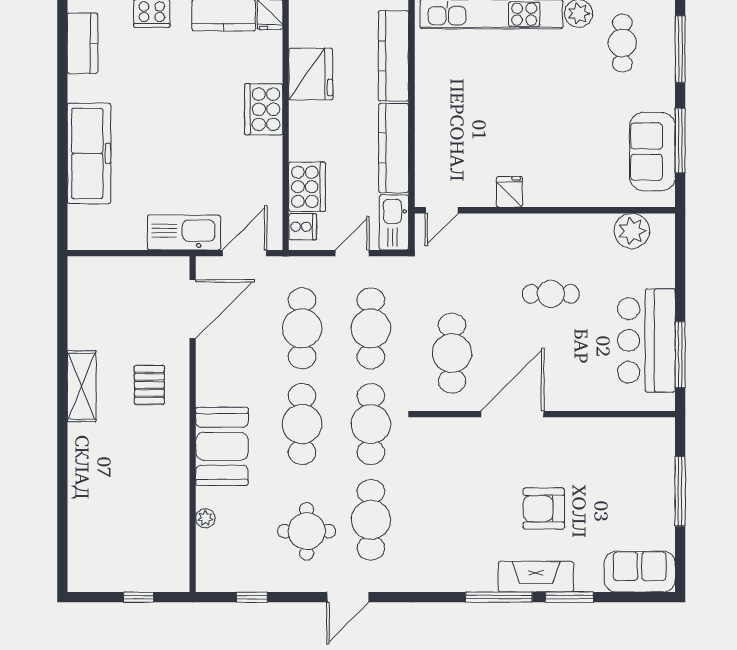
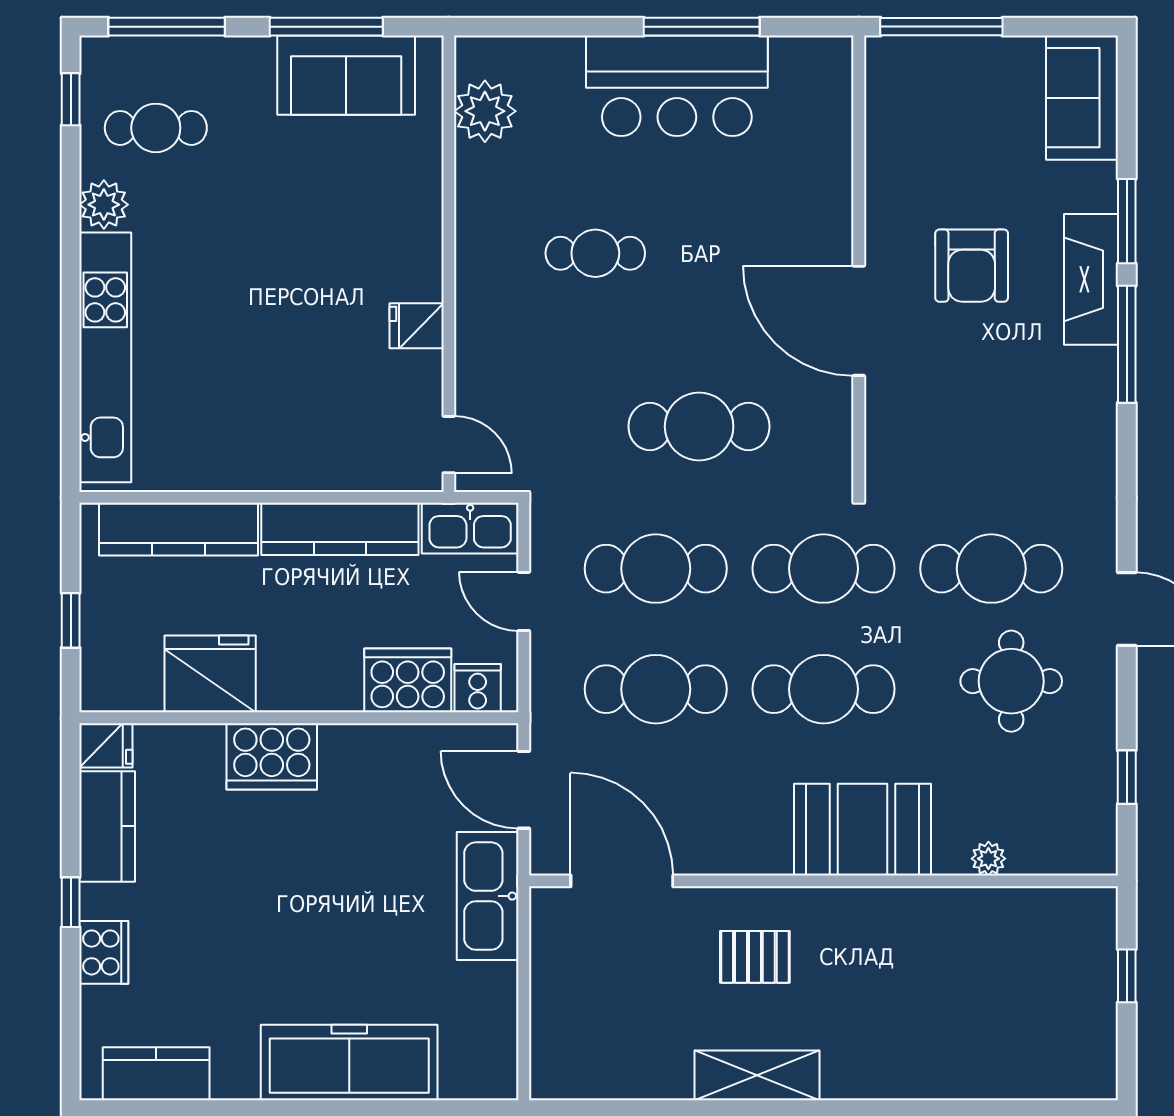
cafe table: (551, 294) -> (595, 253), turned 90
door: (512, 414) -> (859, 321), moved
wall: (545, 414) -> (859, 264), moved

